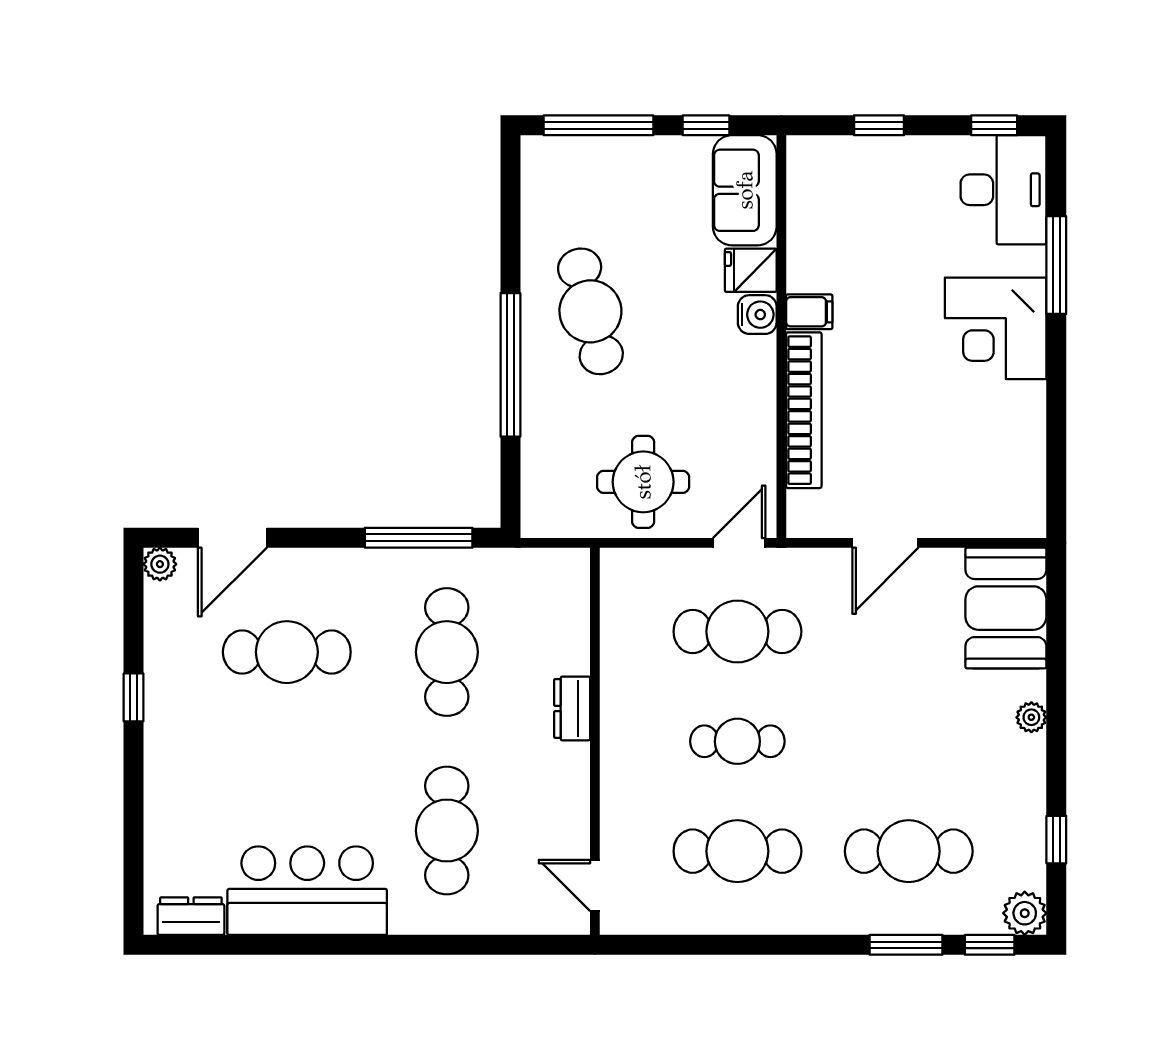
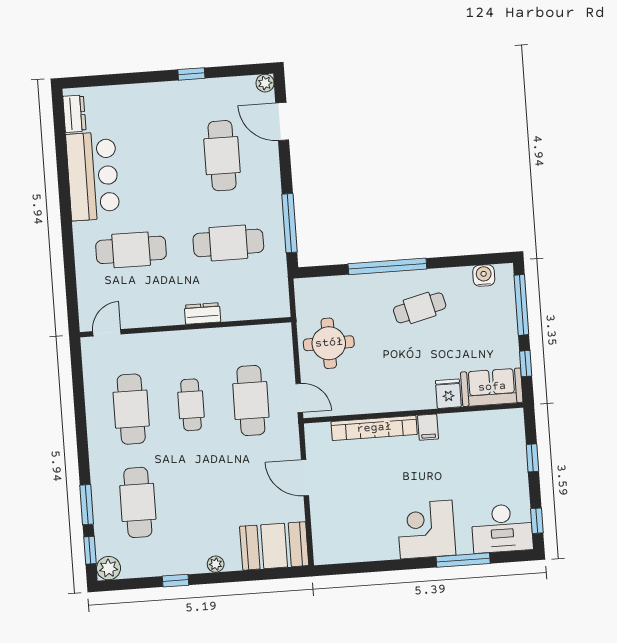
cafe table: (590, 311) -> (420, 308), width x0.73, depth x0.74
water cooler: (757, 315) -> (484, 276), moved, turned 180
window: (1056, 840) -> (176, 581), moved

